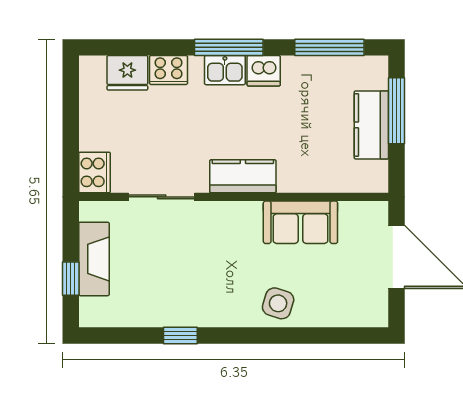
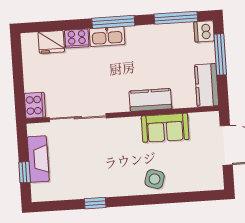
kitchen sink: (225, 70) -> (107, 37), width x1.38
dishwasher: (264, 71) -> (204, 31), moved, turned 90
kitchen counter: (371, 125) -> (207, 85), moved
kitchen counter: (243, 176) -> (150, 100), moved
sliding door: (162, 197) -> (78, 118), width x1.37

